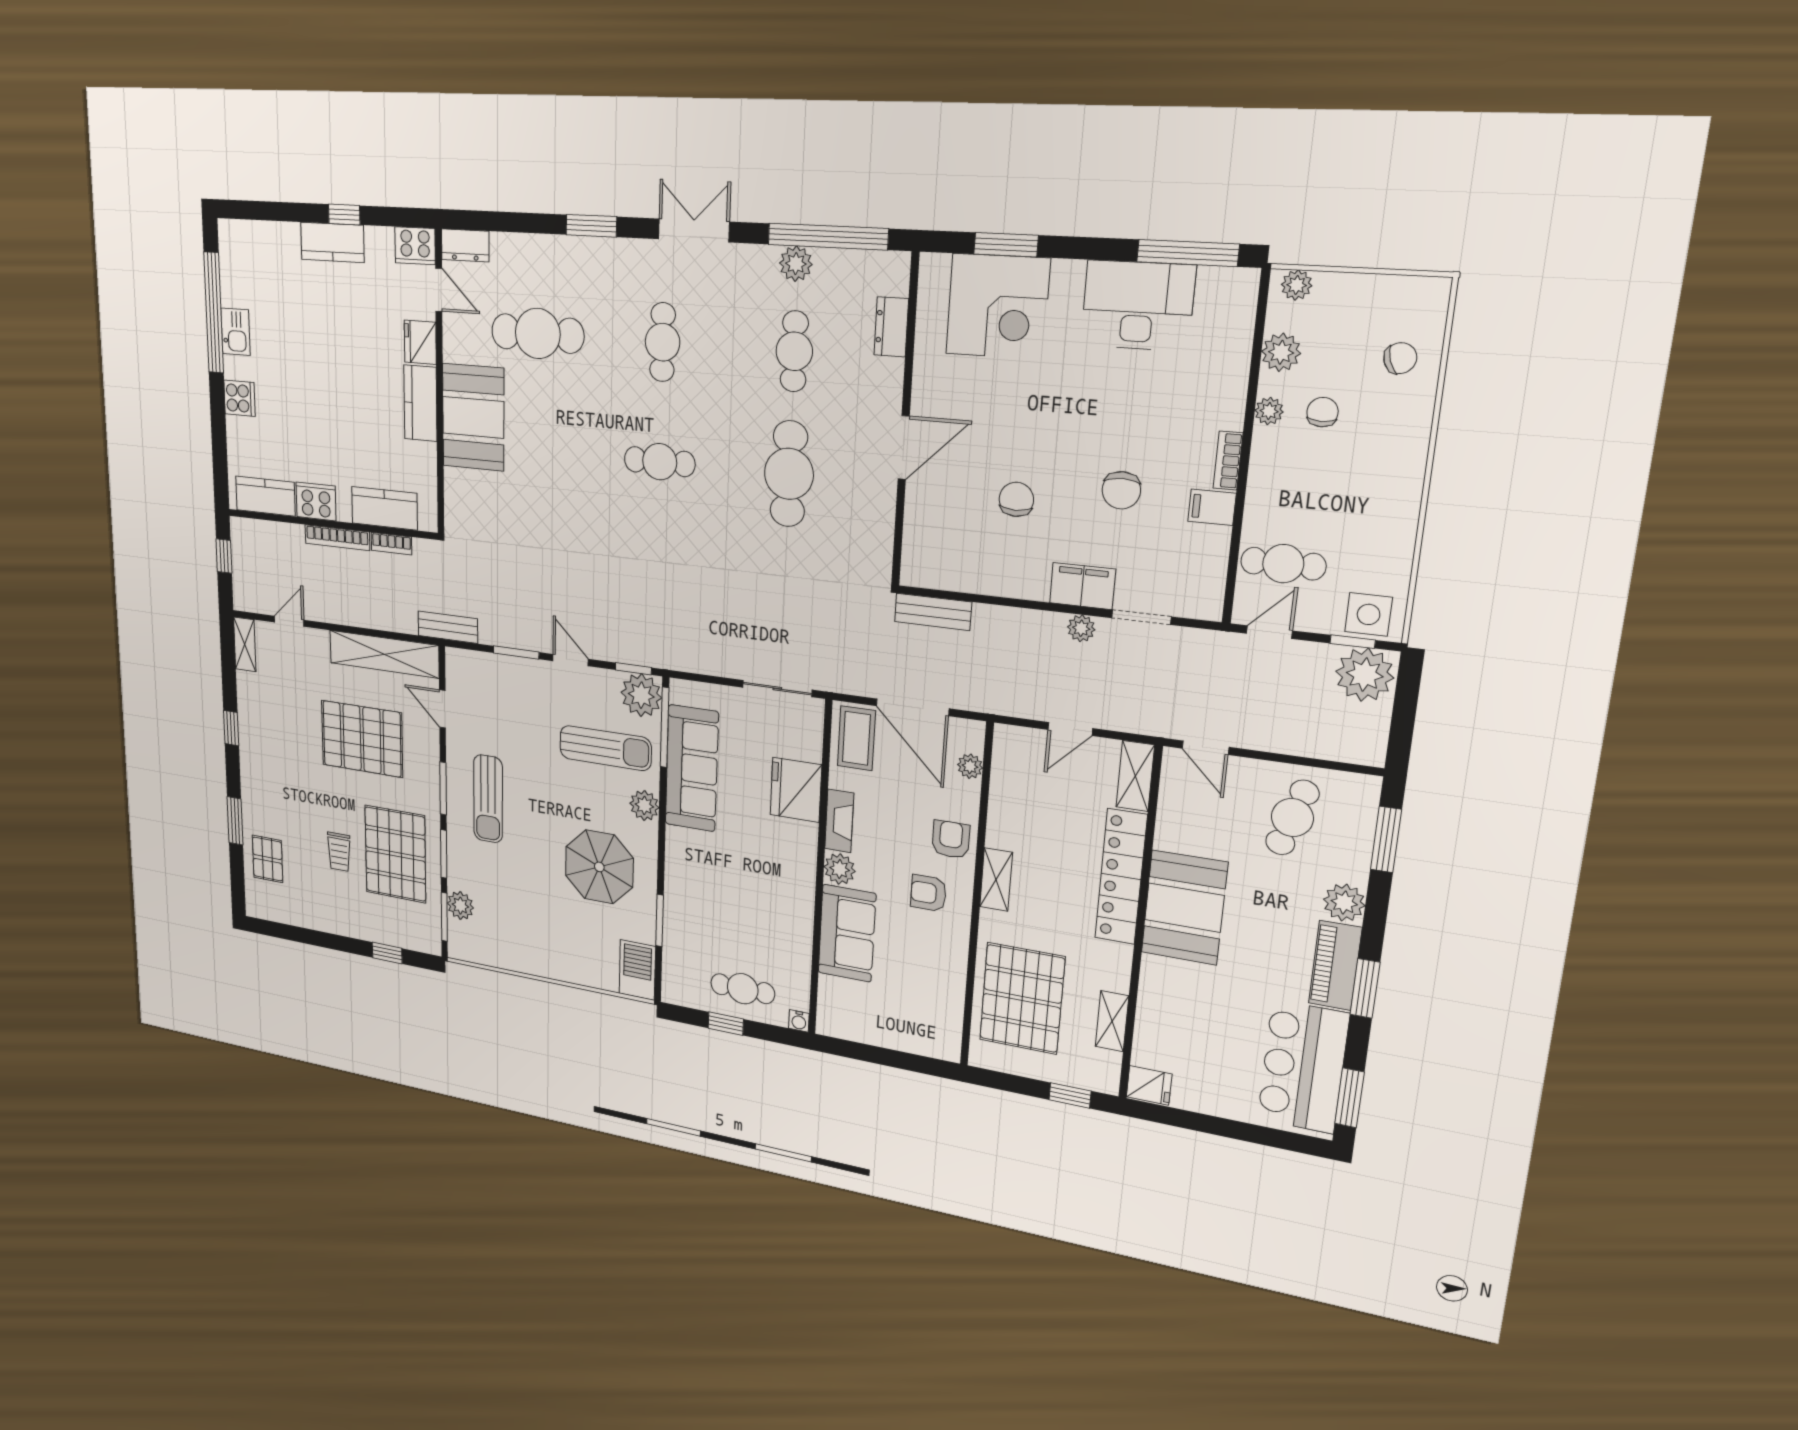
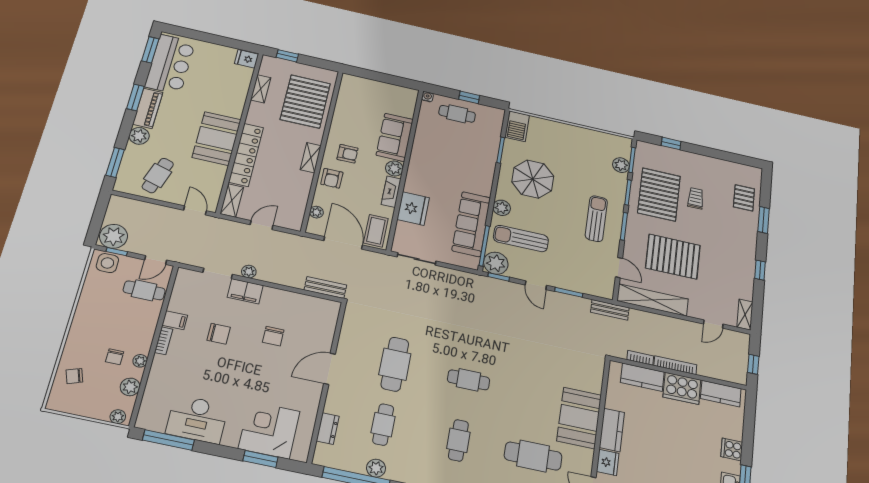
chair: (1121, 490) -> (219, 334), turned 90
cooker: (316, 501) -> (682, 388), width x1.37, depth x1.31

